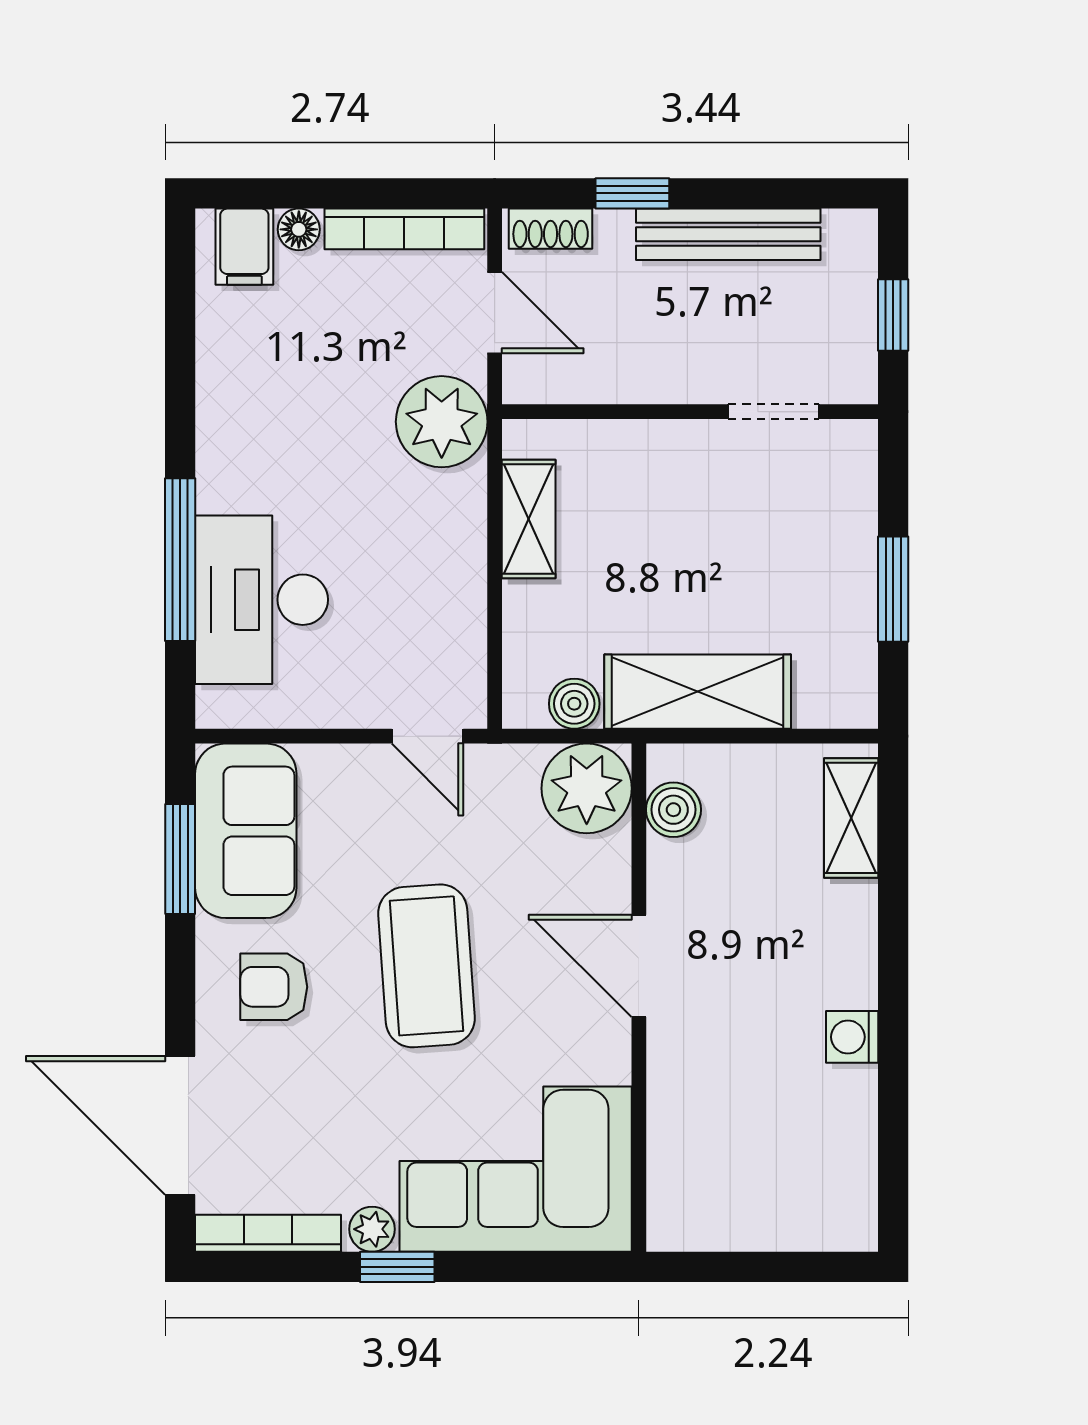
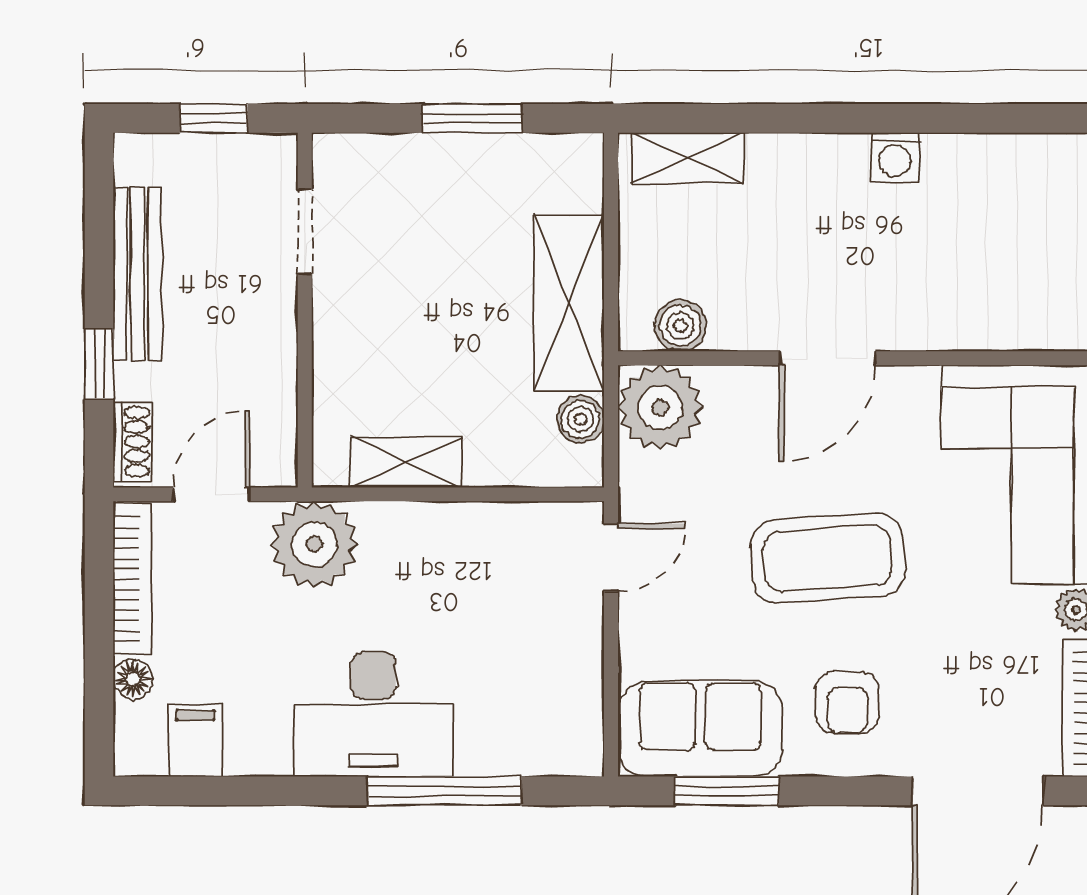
filing cabinet: (244, 247) -> (195, 741), moved, turned -90
desk: (262, 600) -> (373, 714), moved

